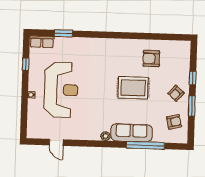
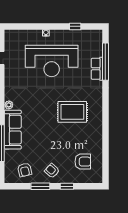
window: (64, 33) -> (105, 62), width x2.11
row of seats: (42, 42) -> (97, 69), moved
armchair: (151, 59) -> (83, 162), moved, turned 90
rug: (133, 88) -> (72, 112), moved, turned 90

